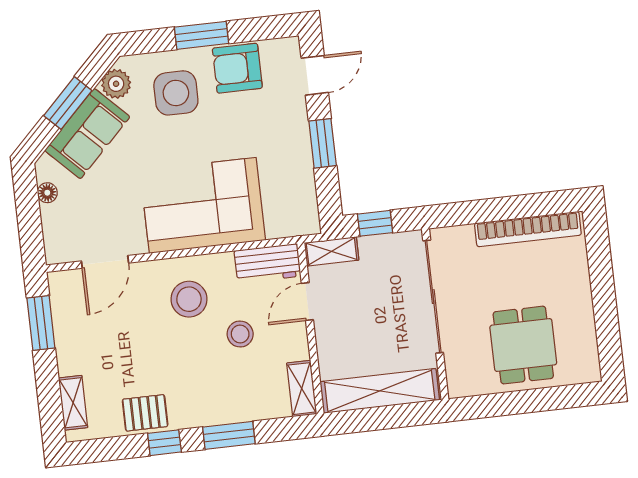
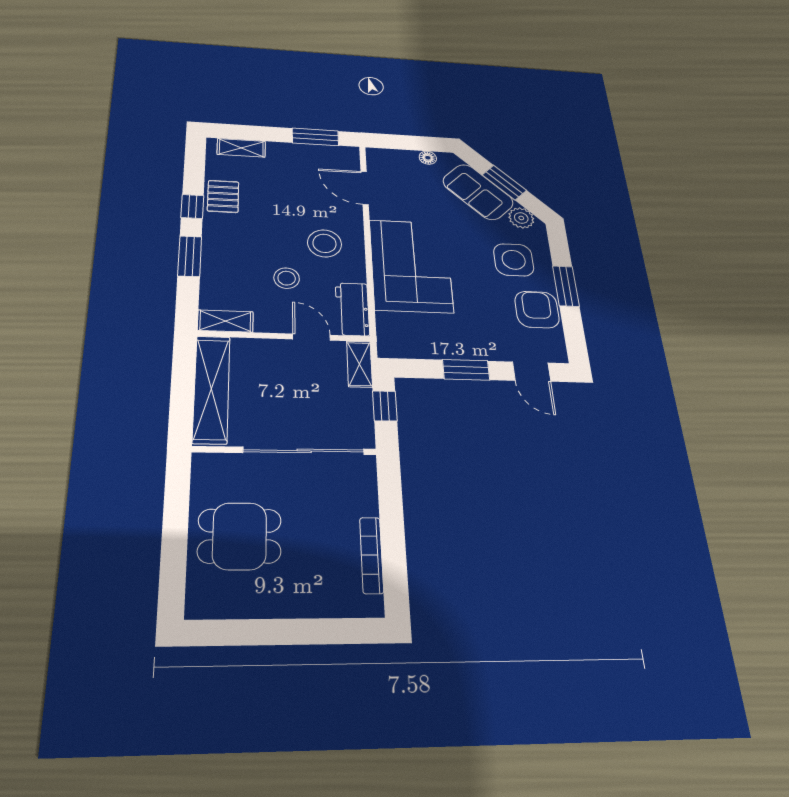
bookcase: (528, 229) -> (372, 555), width x0.68, depth x0.76

